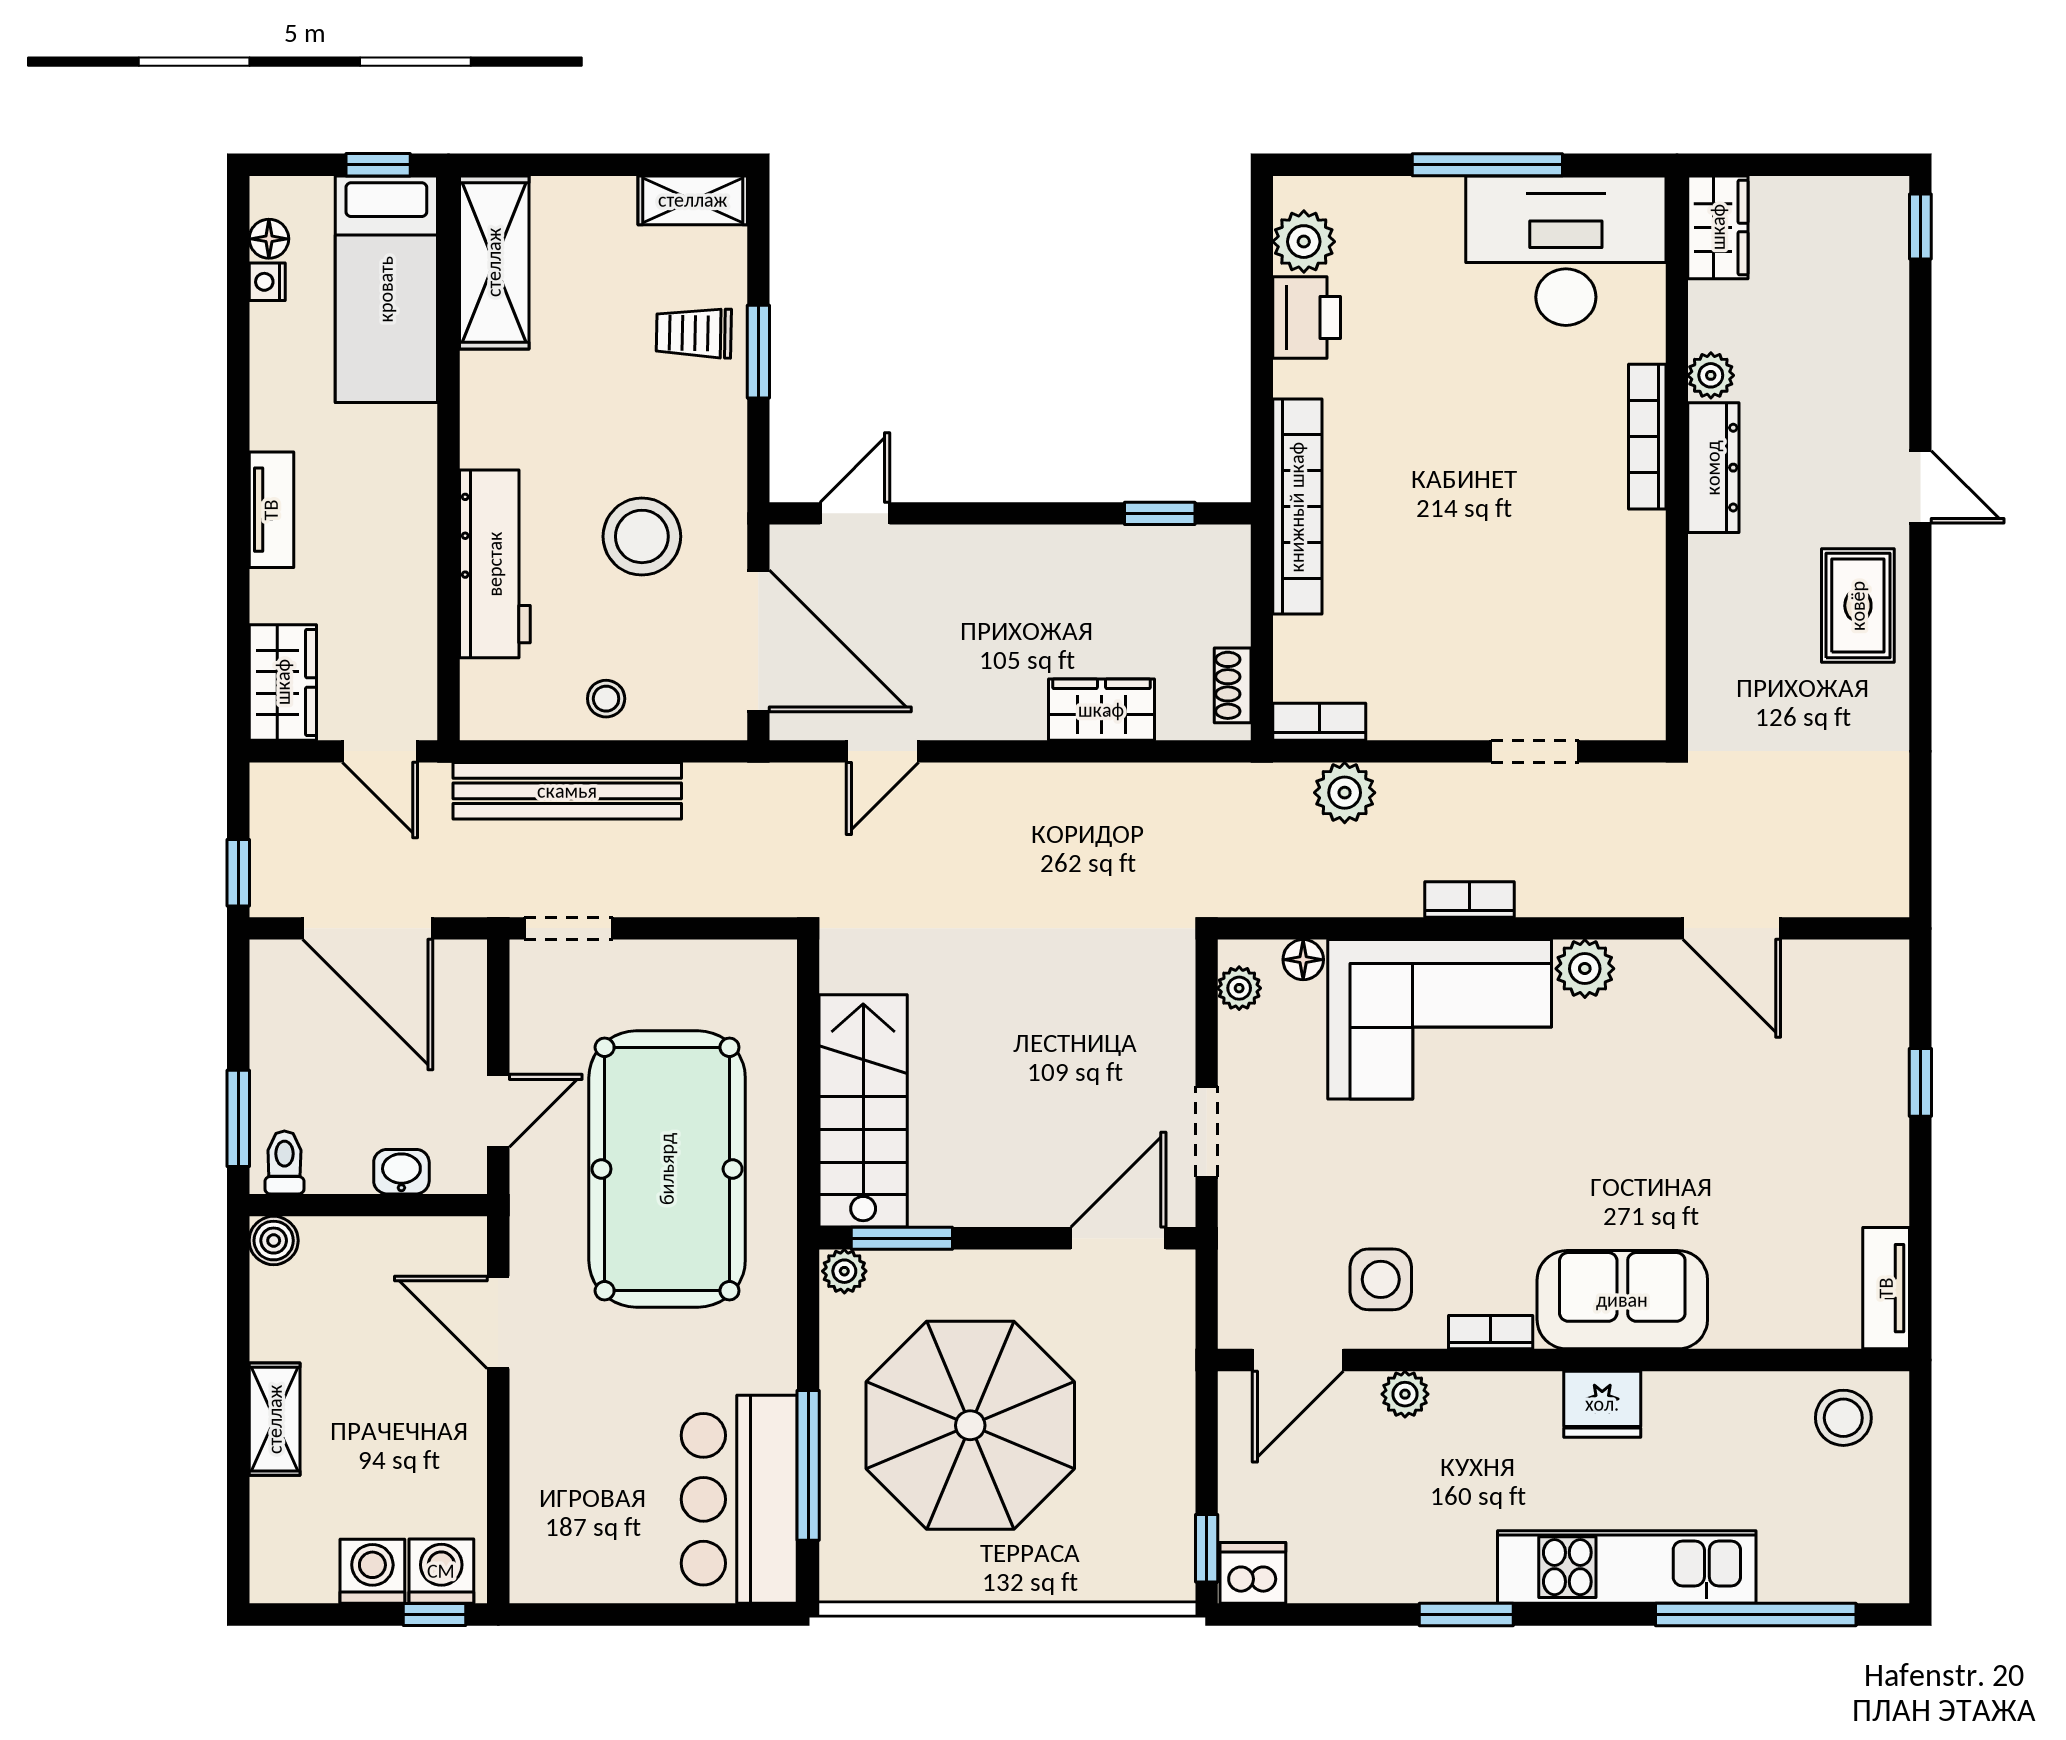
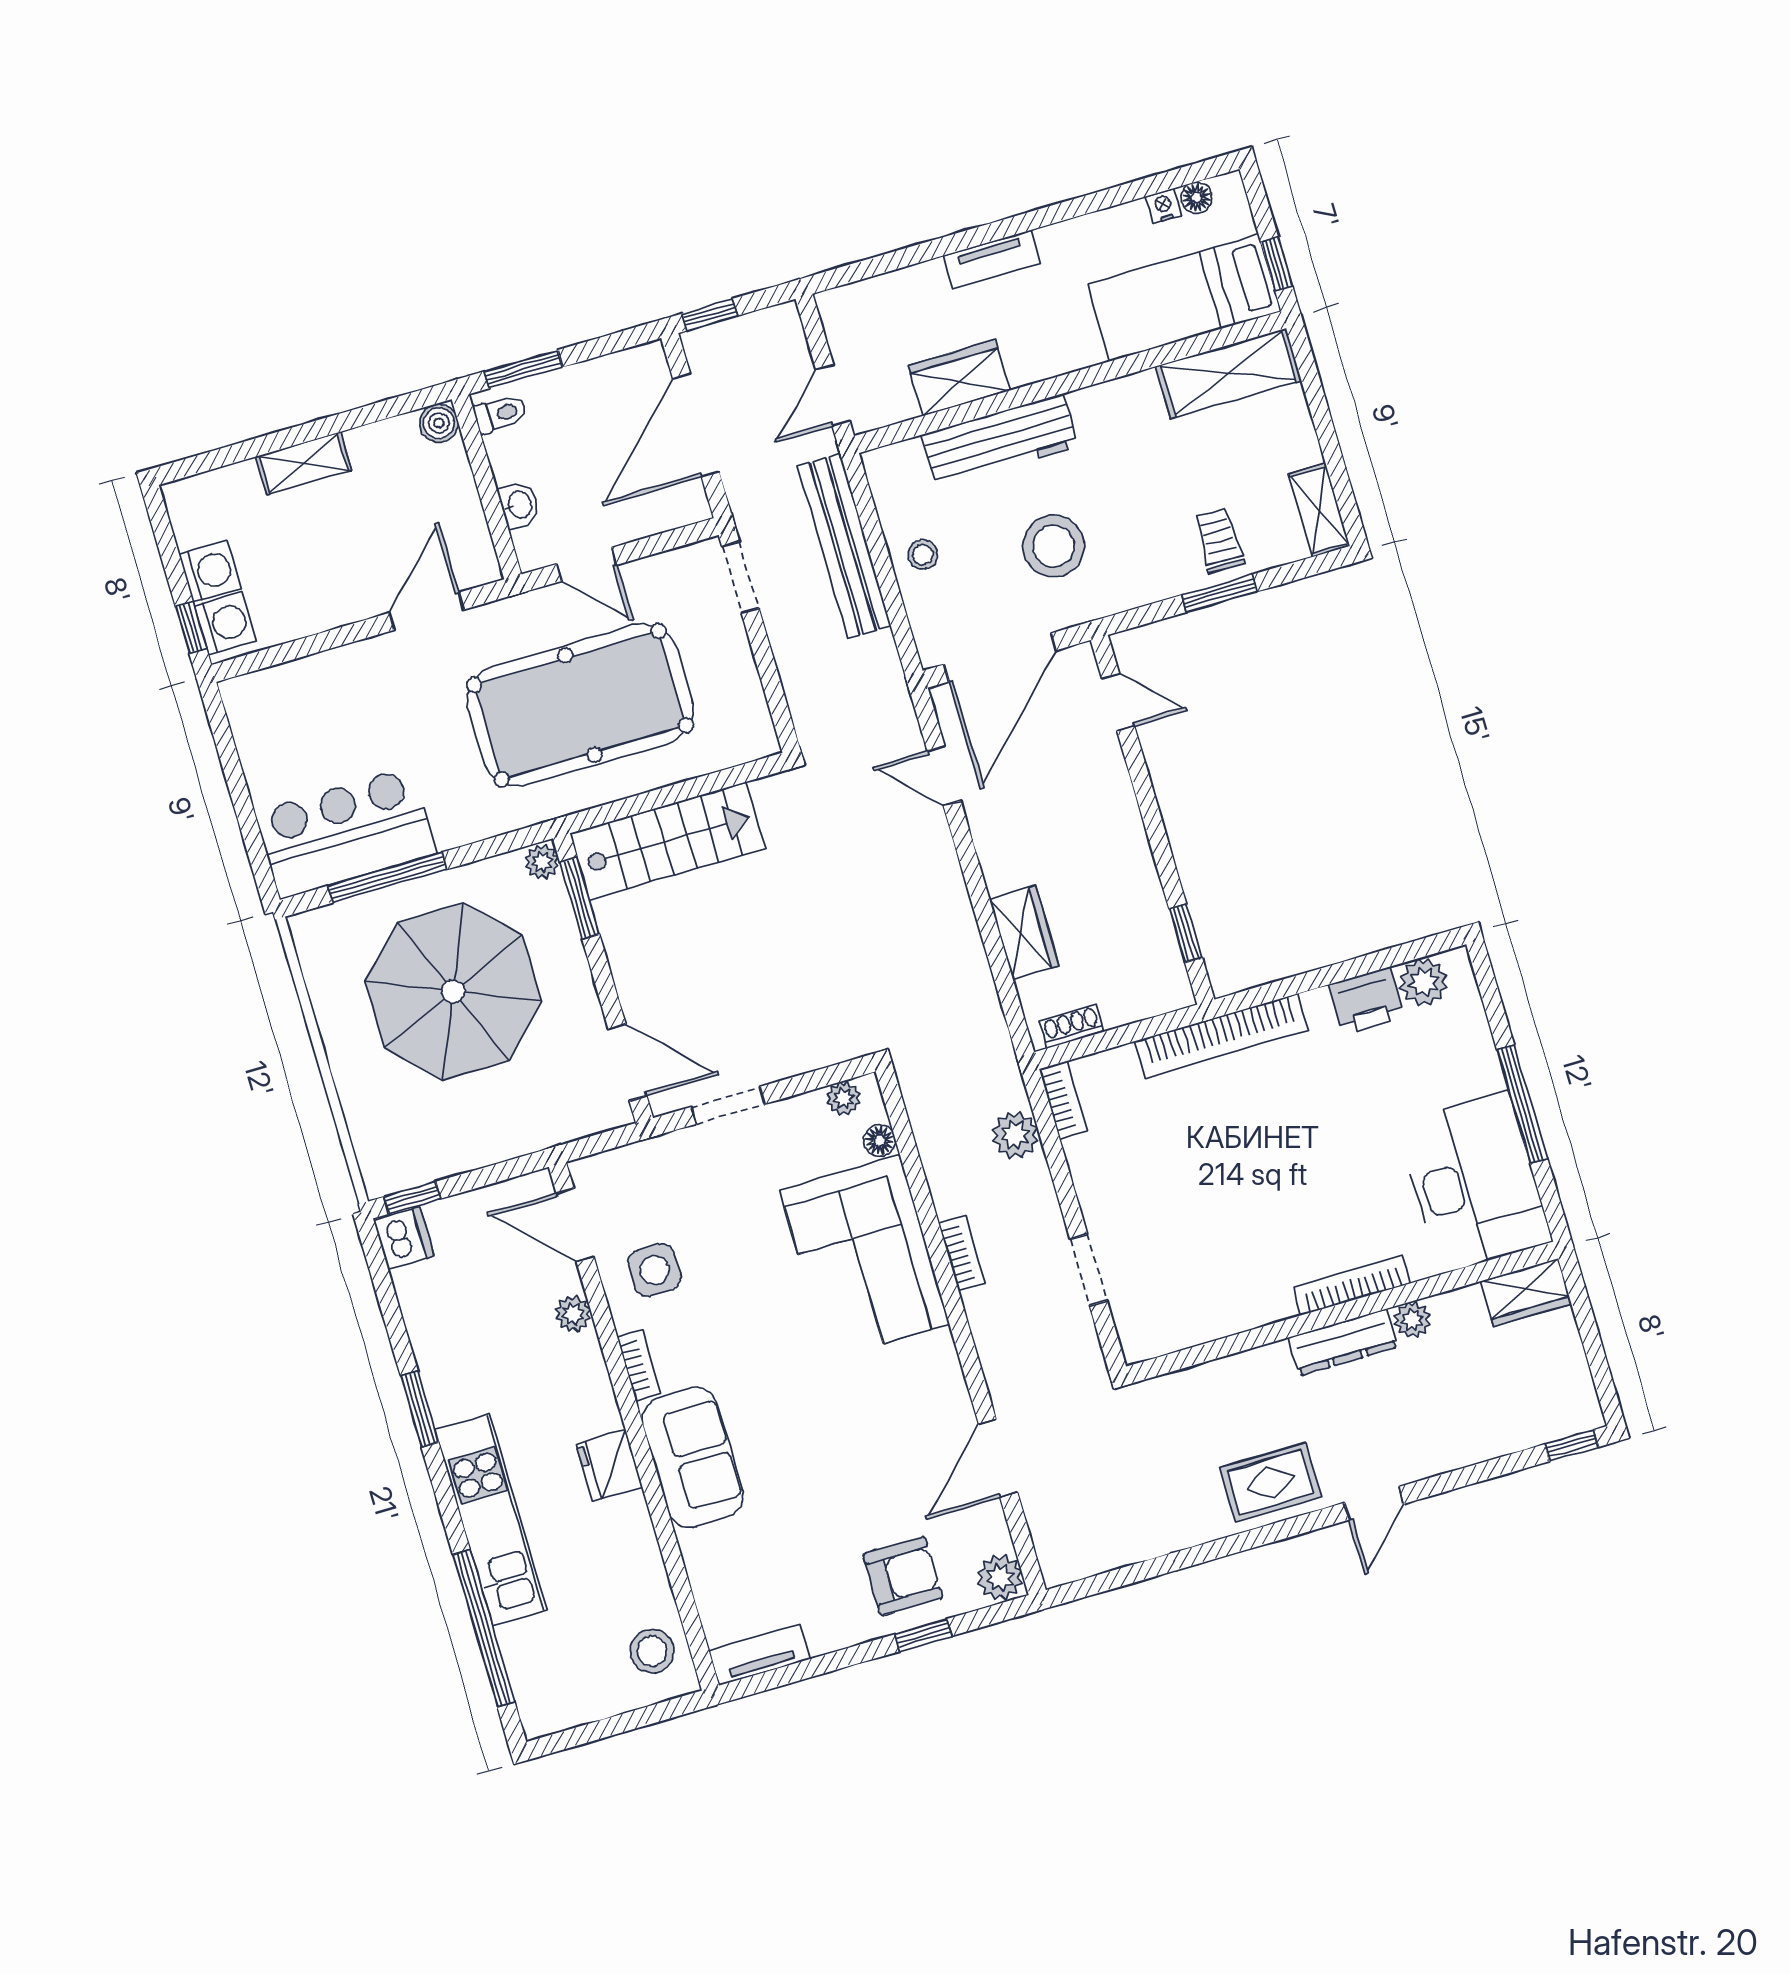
wardrobe: (283, 682) -> (959, 378), moved, turned 180
plant: (1585, 969) -> (1000, 1578), moved
armchair: (1841, 1086) -> (903, 1576), added

